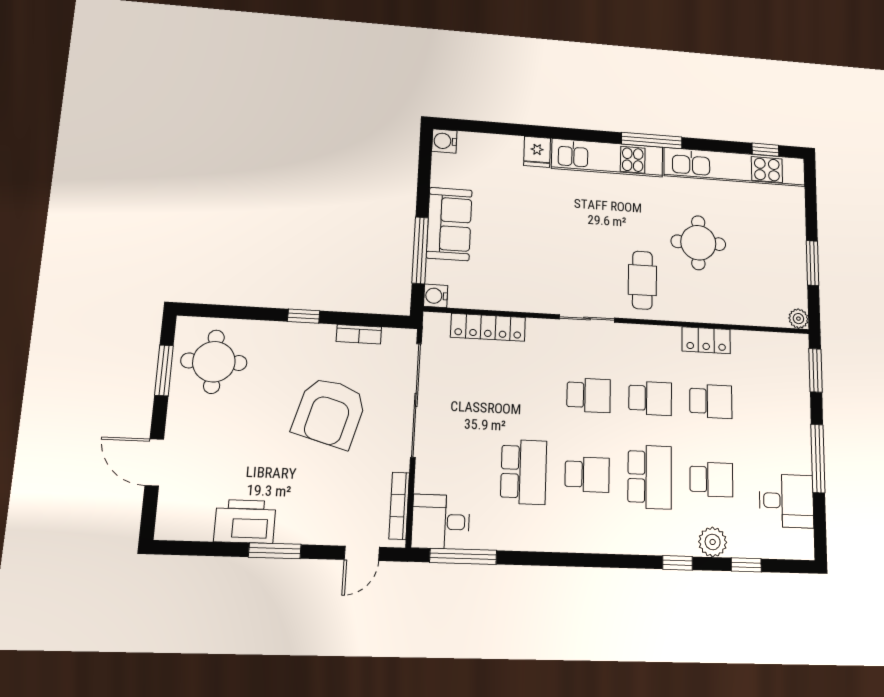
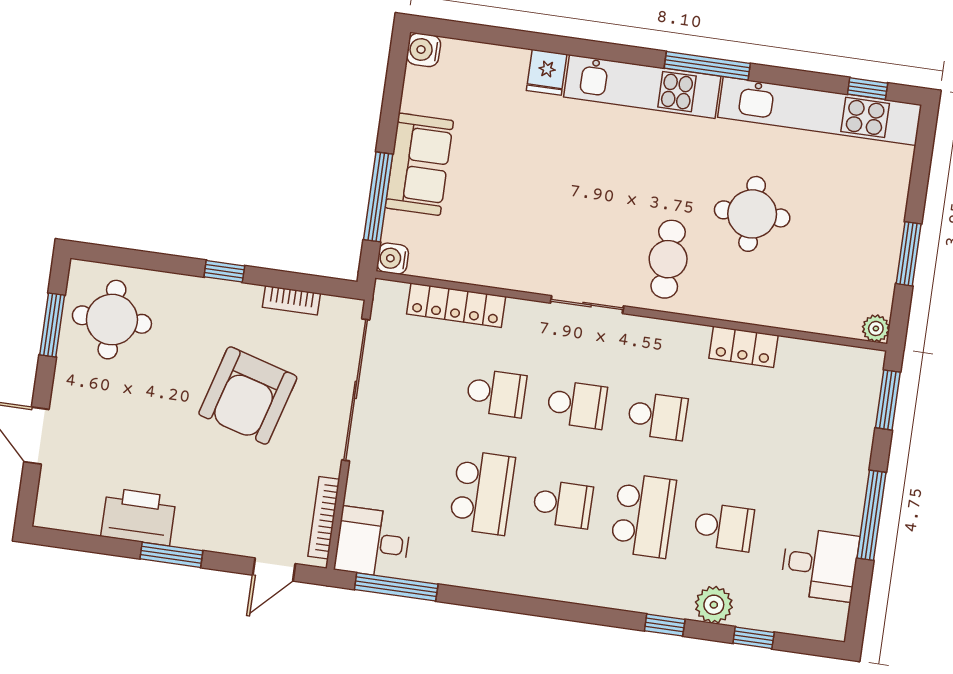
school desk: (711, 401) -> (496, 393), moved

